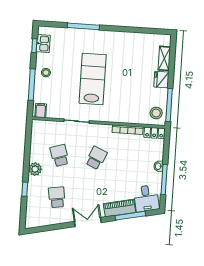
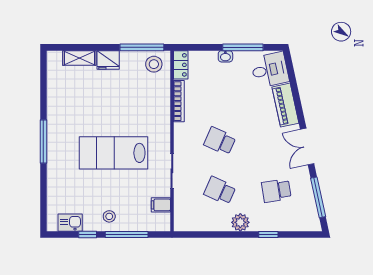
window: (83, 26) -> (43, 142), moved
window: (34, 46) -> (88, 235), moved
filing cabinet: (41, 111) -> (161, 205), moved
school desk: (60, 155) -> (220, 191), turned 42
window: (130, 216) -> (318, 197), moved

